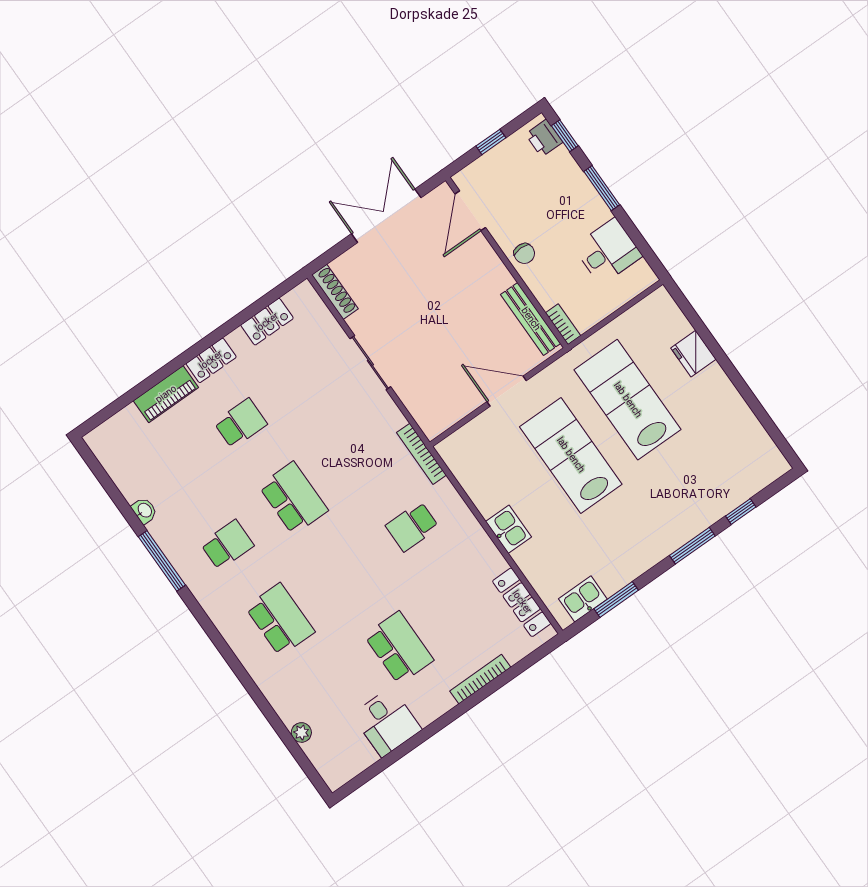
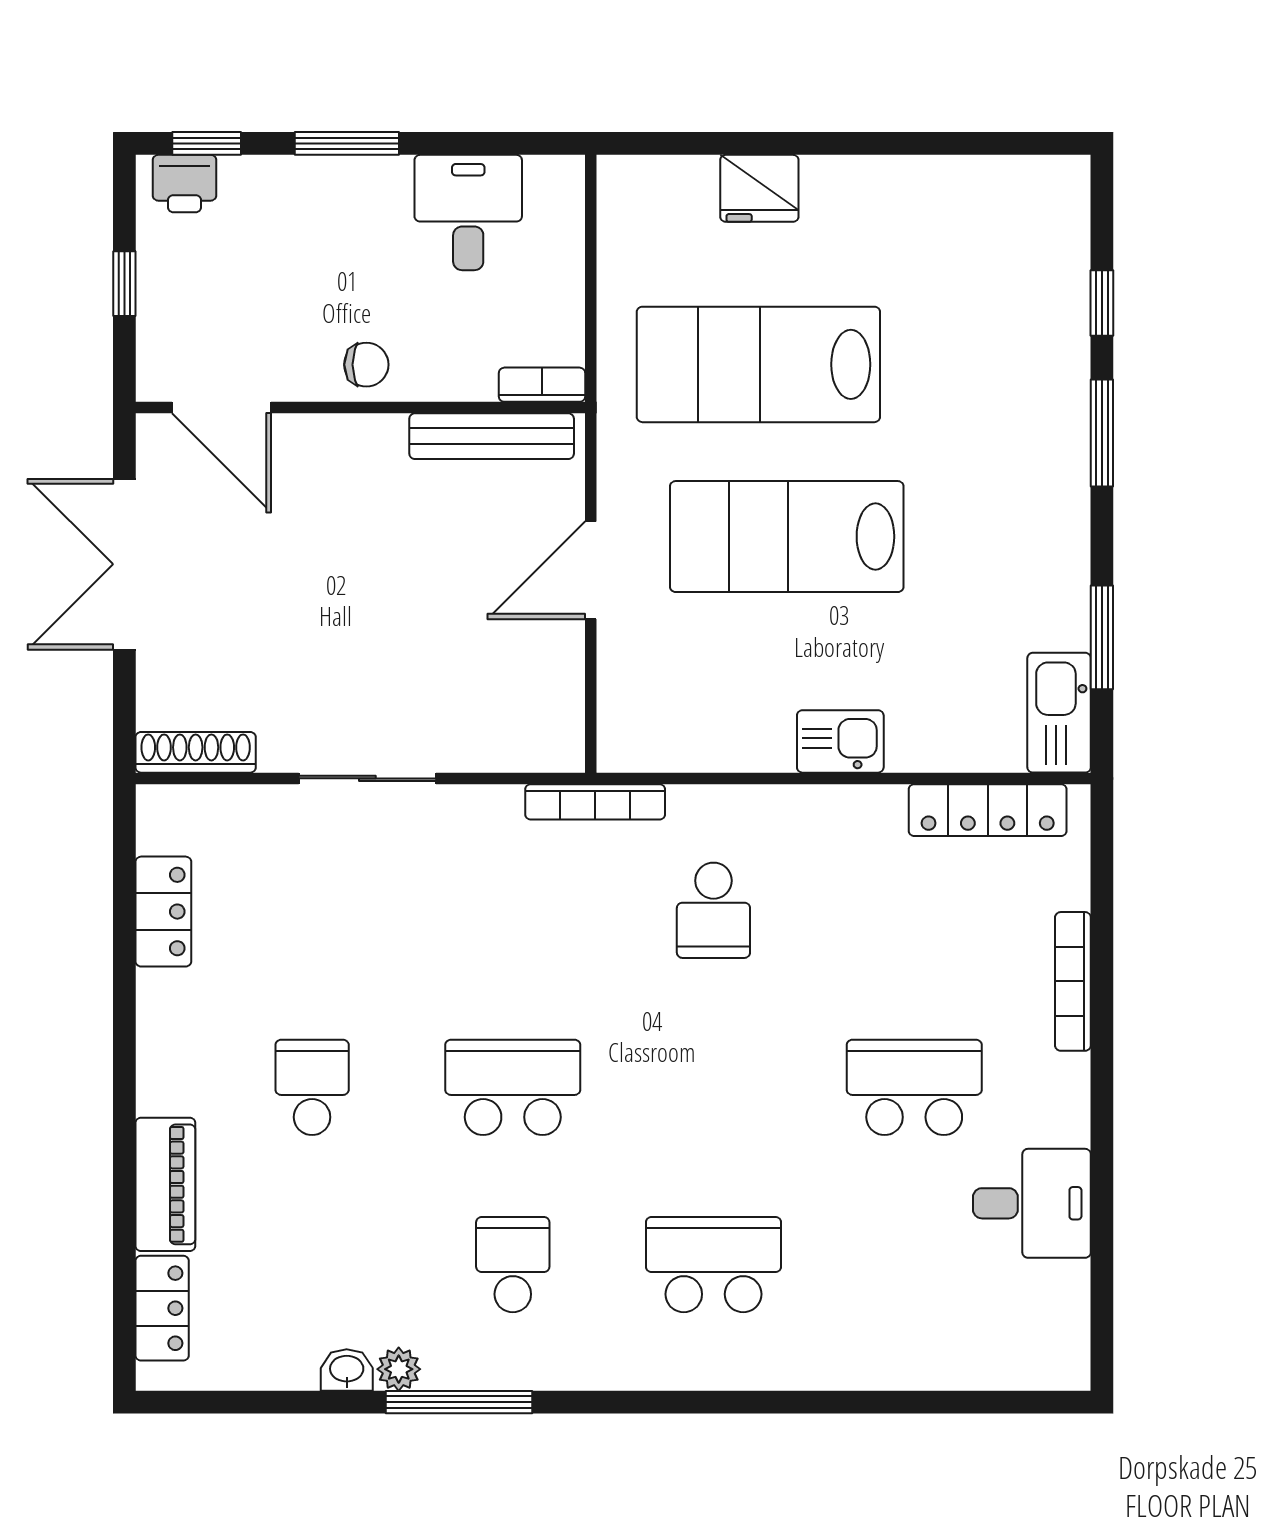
locker: (211, 360) -> (162, 1308), moved
kitchen sink: (583, 599) -> (1059, 713), width x1.38
plant: (301, 732) -> (399, 1369), moved

